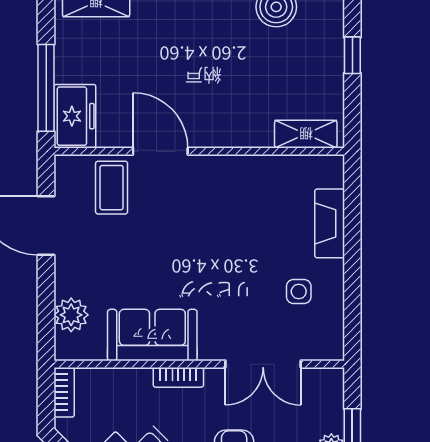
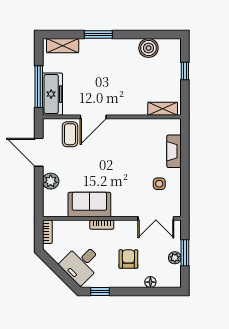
freezer: (75, 116) -> (52, 94), width x1.40
door: (160, 151) -> (93, 117), swing flipped
plant: (71, 315) -> (51, 181), moved
double door: (263, 364) -> (156, 218), moved

